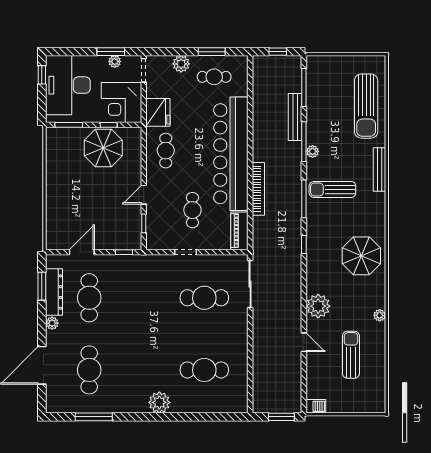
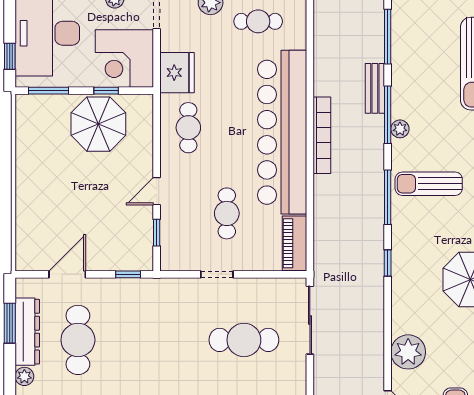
window: (42, 75) -> (10, 56), moved
bench: (295, 117) -> (375, 88), width x0.73
bookcase: (258, 189) -> (322, 135), moved

